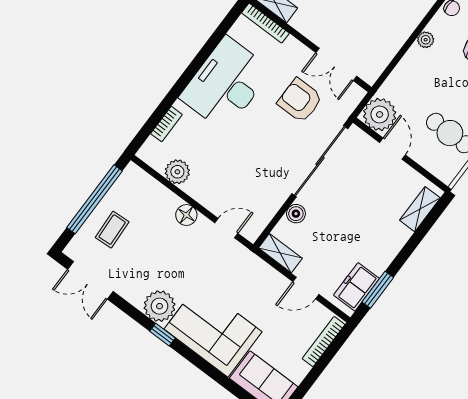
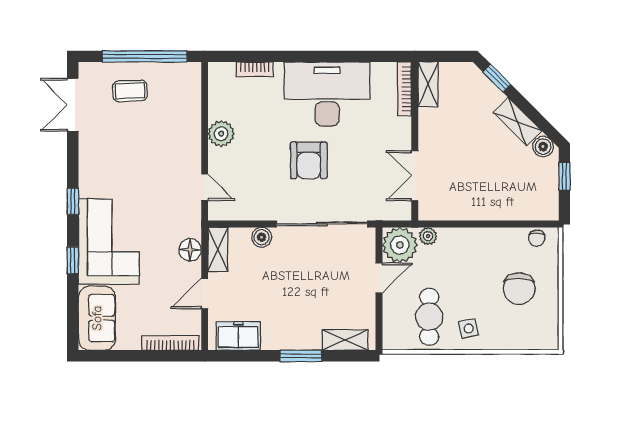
plant: (426, 40) -> (428, 236), moved
armchair: (300, 100) -> (309, 160), moved, turned 180
plant: (177, 172) -> (221, 134), moved
floor lamp: (186, 215) -> (190, 250), moved
door: (306, 288) -> (205, 294), hinge flipped
window: (378, 290) -> (301, 356), moved
plant: (160, 306) -> (95, 180), removed
window: (207, 368) -> (73, 260), added

